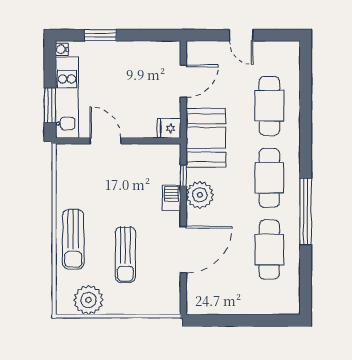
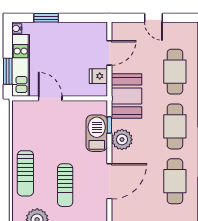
fridge: (169, 128) -> (98, 76), moved
barbecue: (171, 198) -> (97, 133), width x1.88, depth x1.53

